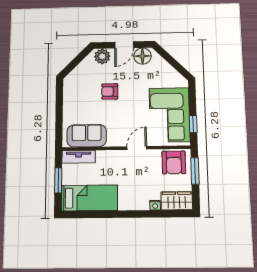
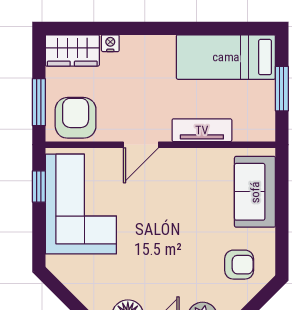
armchair: (110, 91) -> (239, 265), moved
sofa: (87, 136) -> (255, 192), moved, turned 90
tv unit: (79, 157) -> (202, 130), moved

